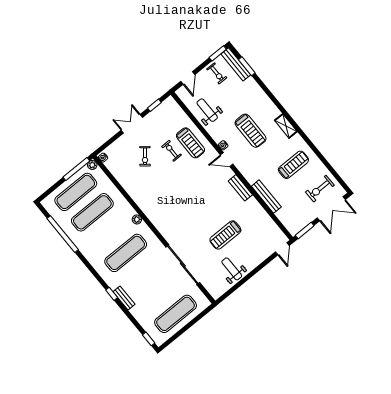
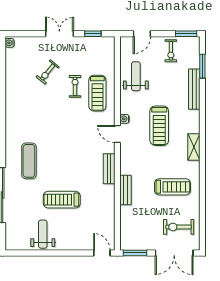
bench: (236, 64) -> (194, 89), moved
bench: (266, 197) -> (126, 190), width x0.73
exercise mat: (182, 227) -> (29, 161), added
door: (282, 249) -> (102, 253), swing flipped

